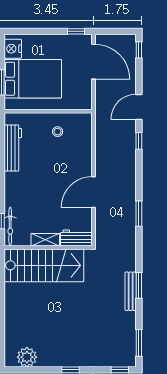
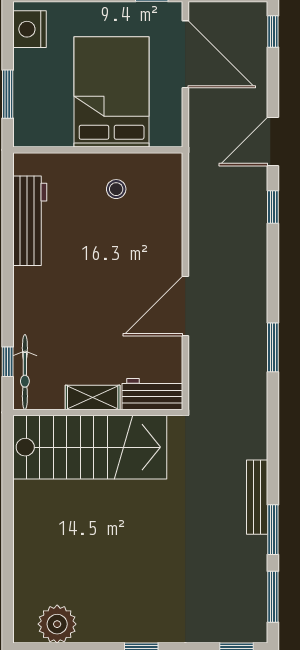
bed: (33, 79) -> (112, 92), moved, turned -90
window: (139, 285) -> (273, 530), moved

